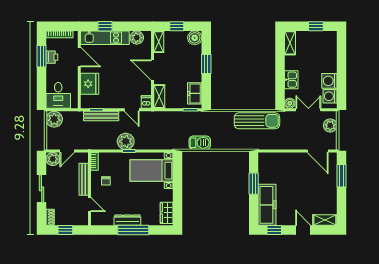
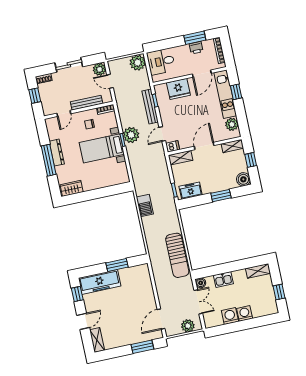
washing machine: (330, 96) -> (245, 313), moved
bed with nightstands: (151, 171) -> (102, 148), moved, turned -90

